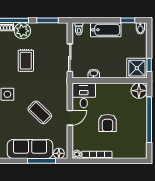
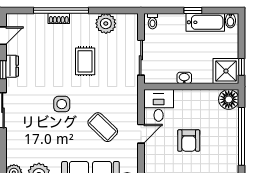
window: (47, 20) -> (113, 10), removed
window: (128, 20) -> (193, 10), moved
bathtub: (106, 30) -> (205, 22), moved
plant: (22, 31) -> (106, 23), moved
washbasin: (94, 74) -> (184, 78), moved

